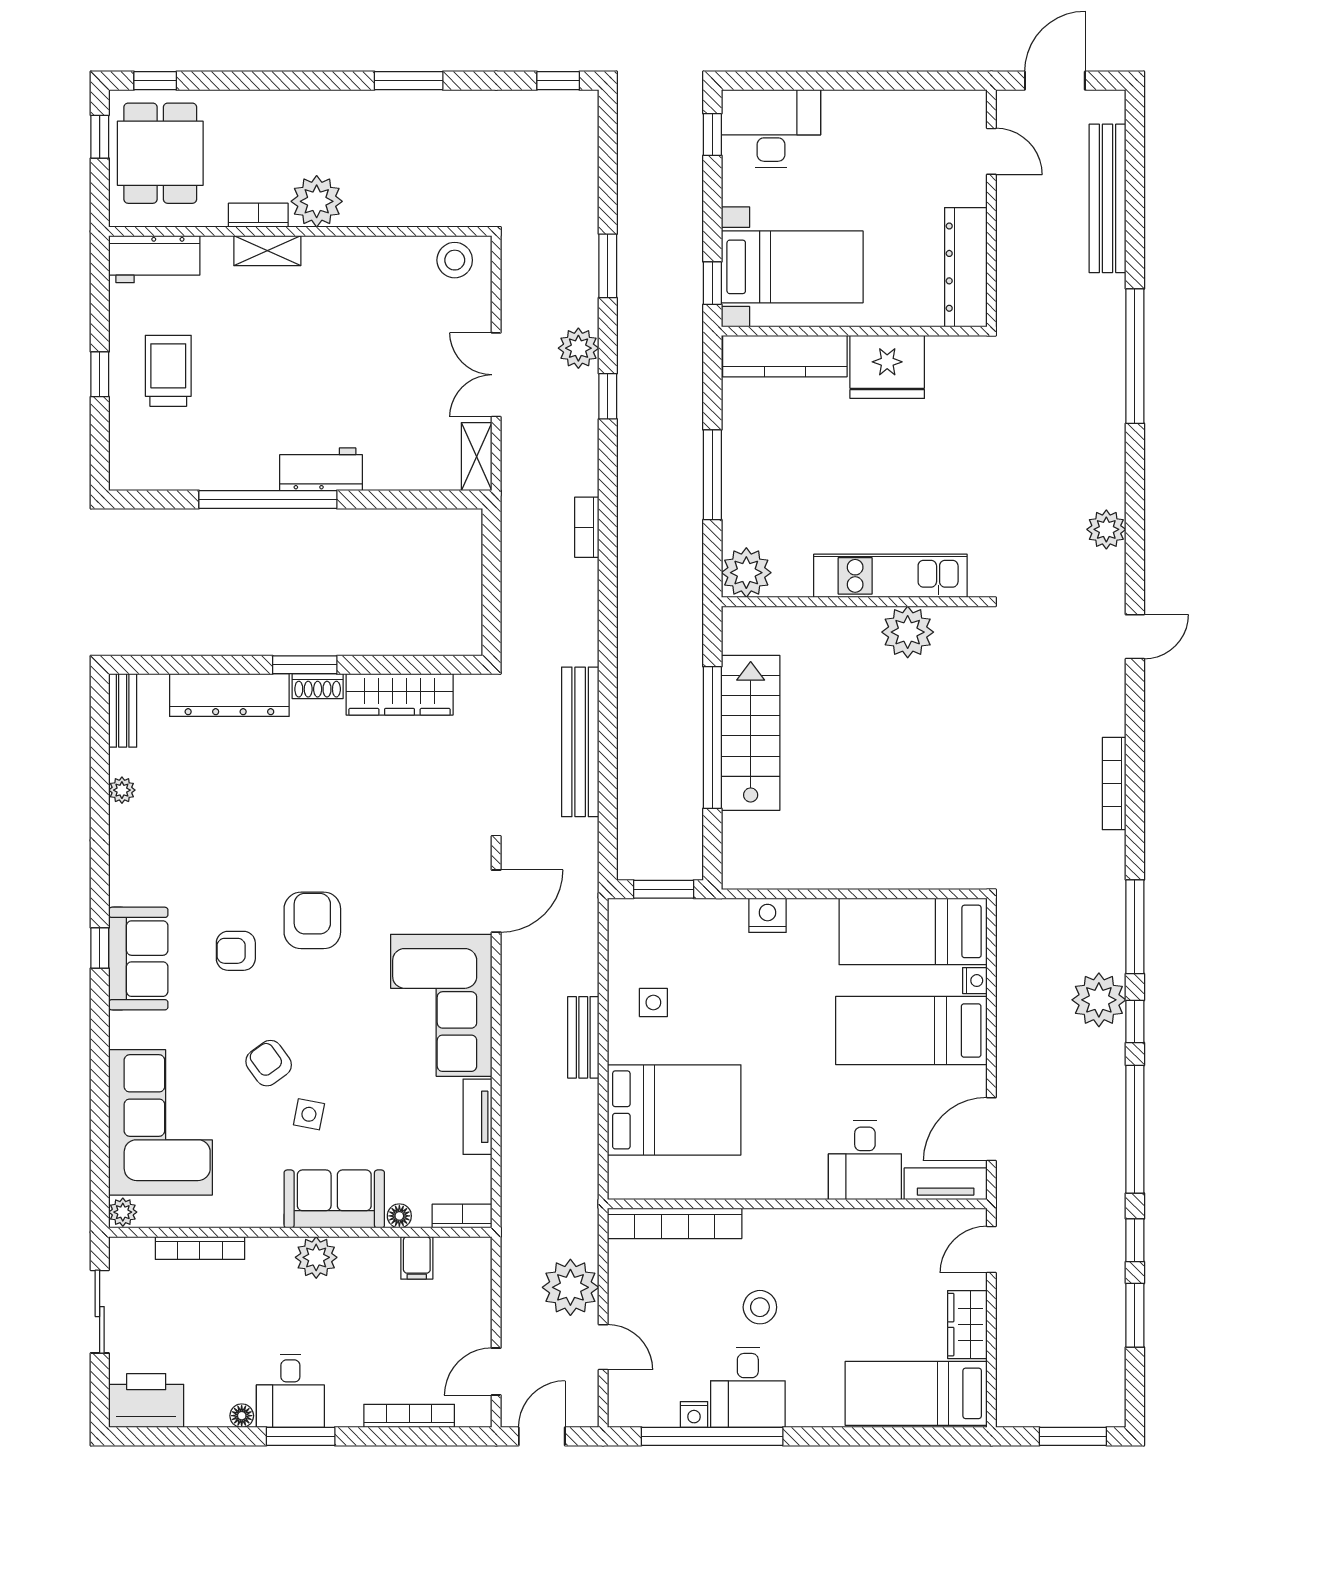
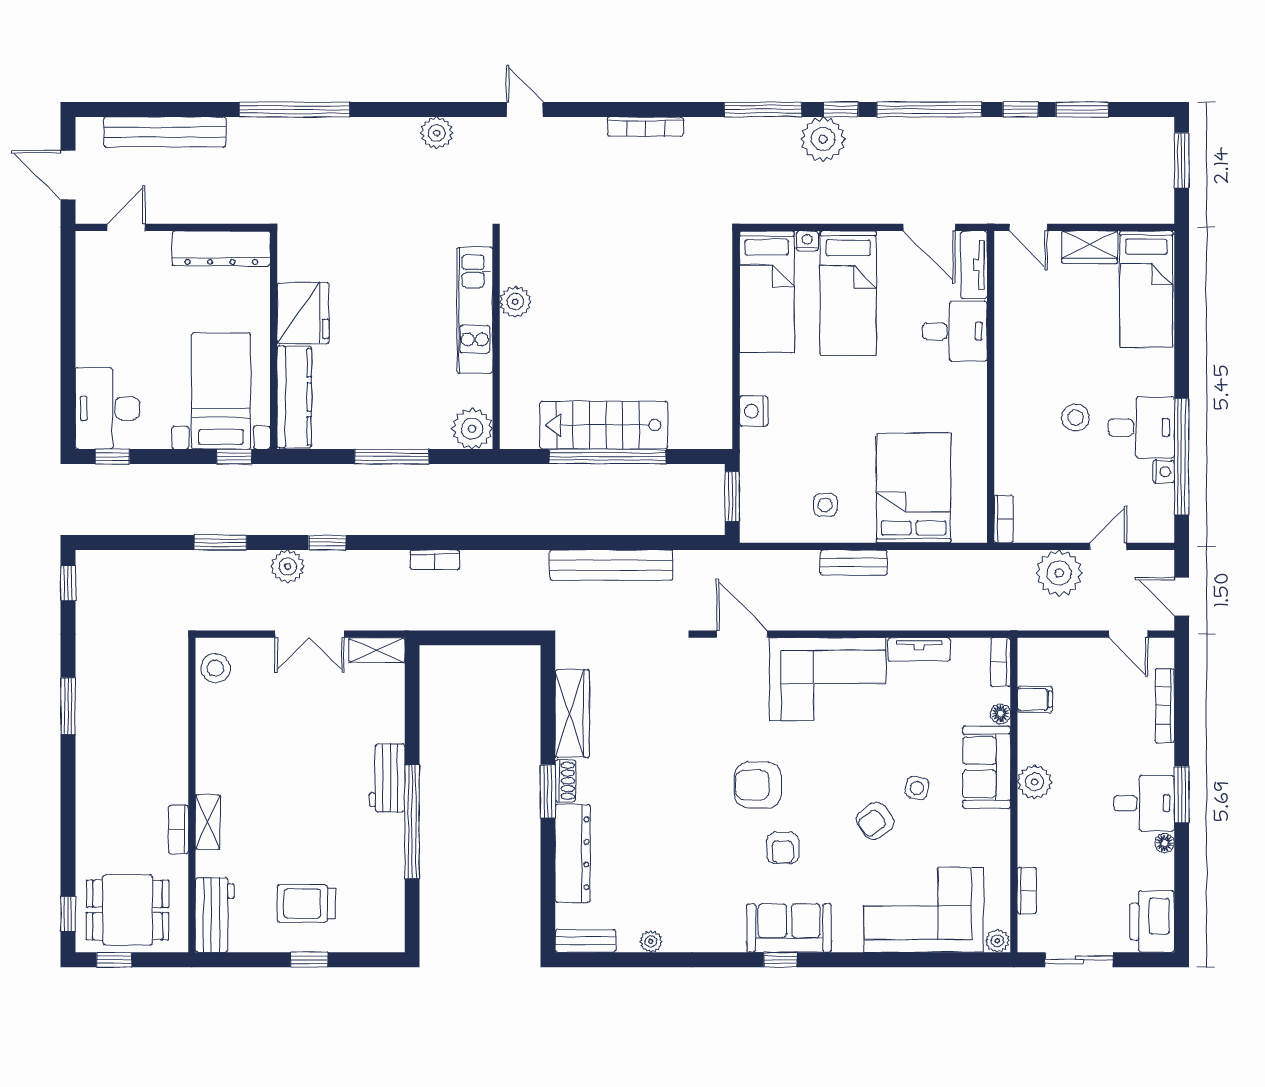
plant: (317, 201) -> (167, 781), removed
plant: (908, 632) -> (515, 302), width x0.73, depth x0.73
bookcase: (675, 1223) -> (1004, 519), width x0.43, depth x0.76
bookcase: (200, 1248) -> (1027, 891), width x0.64

